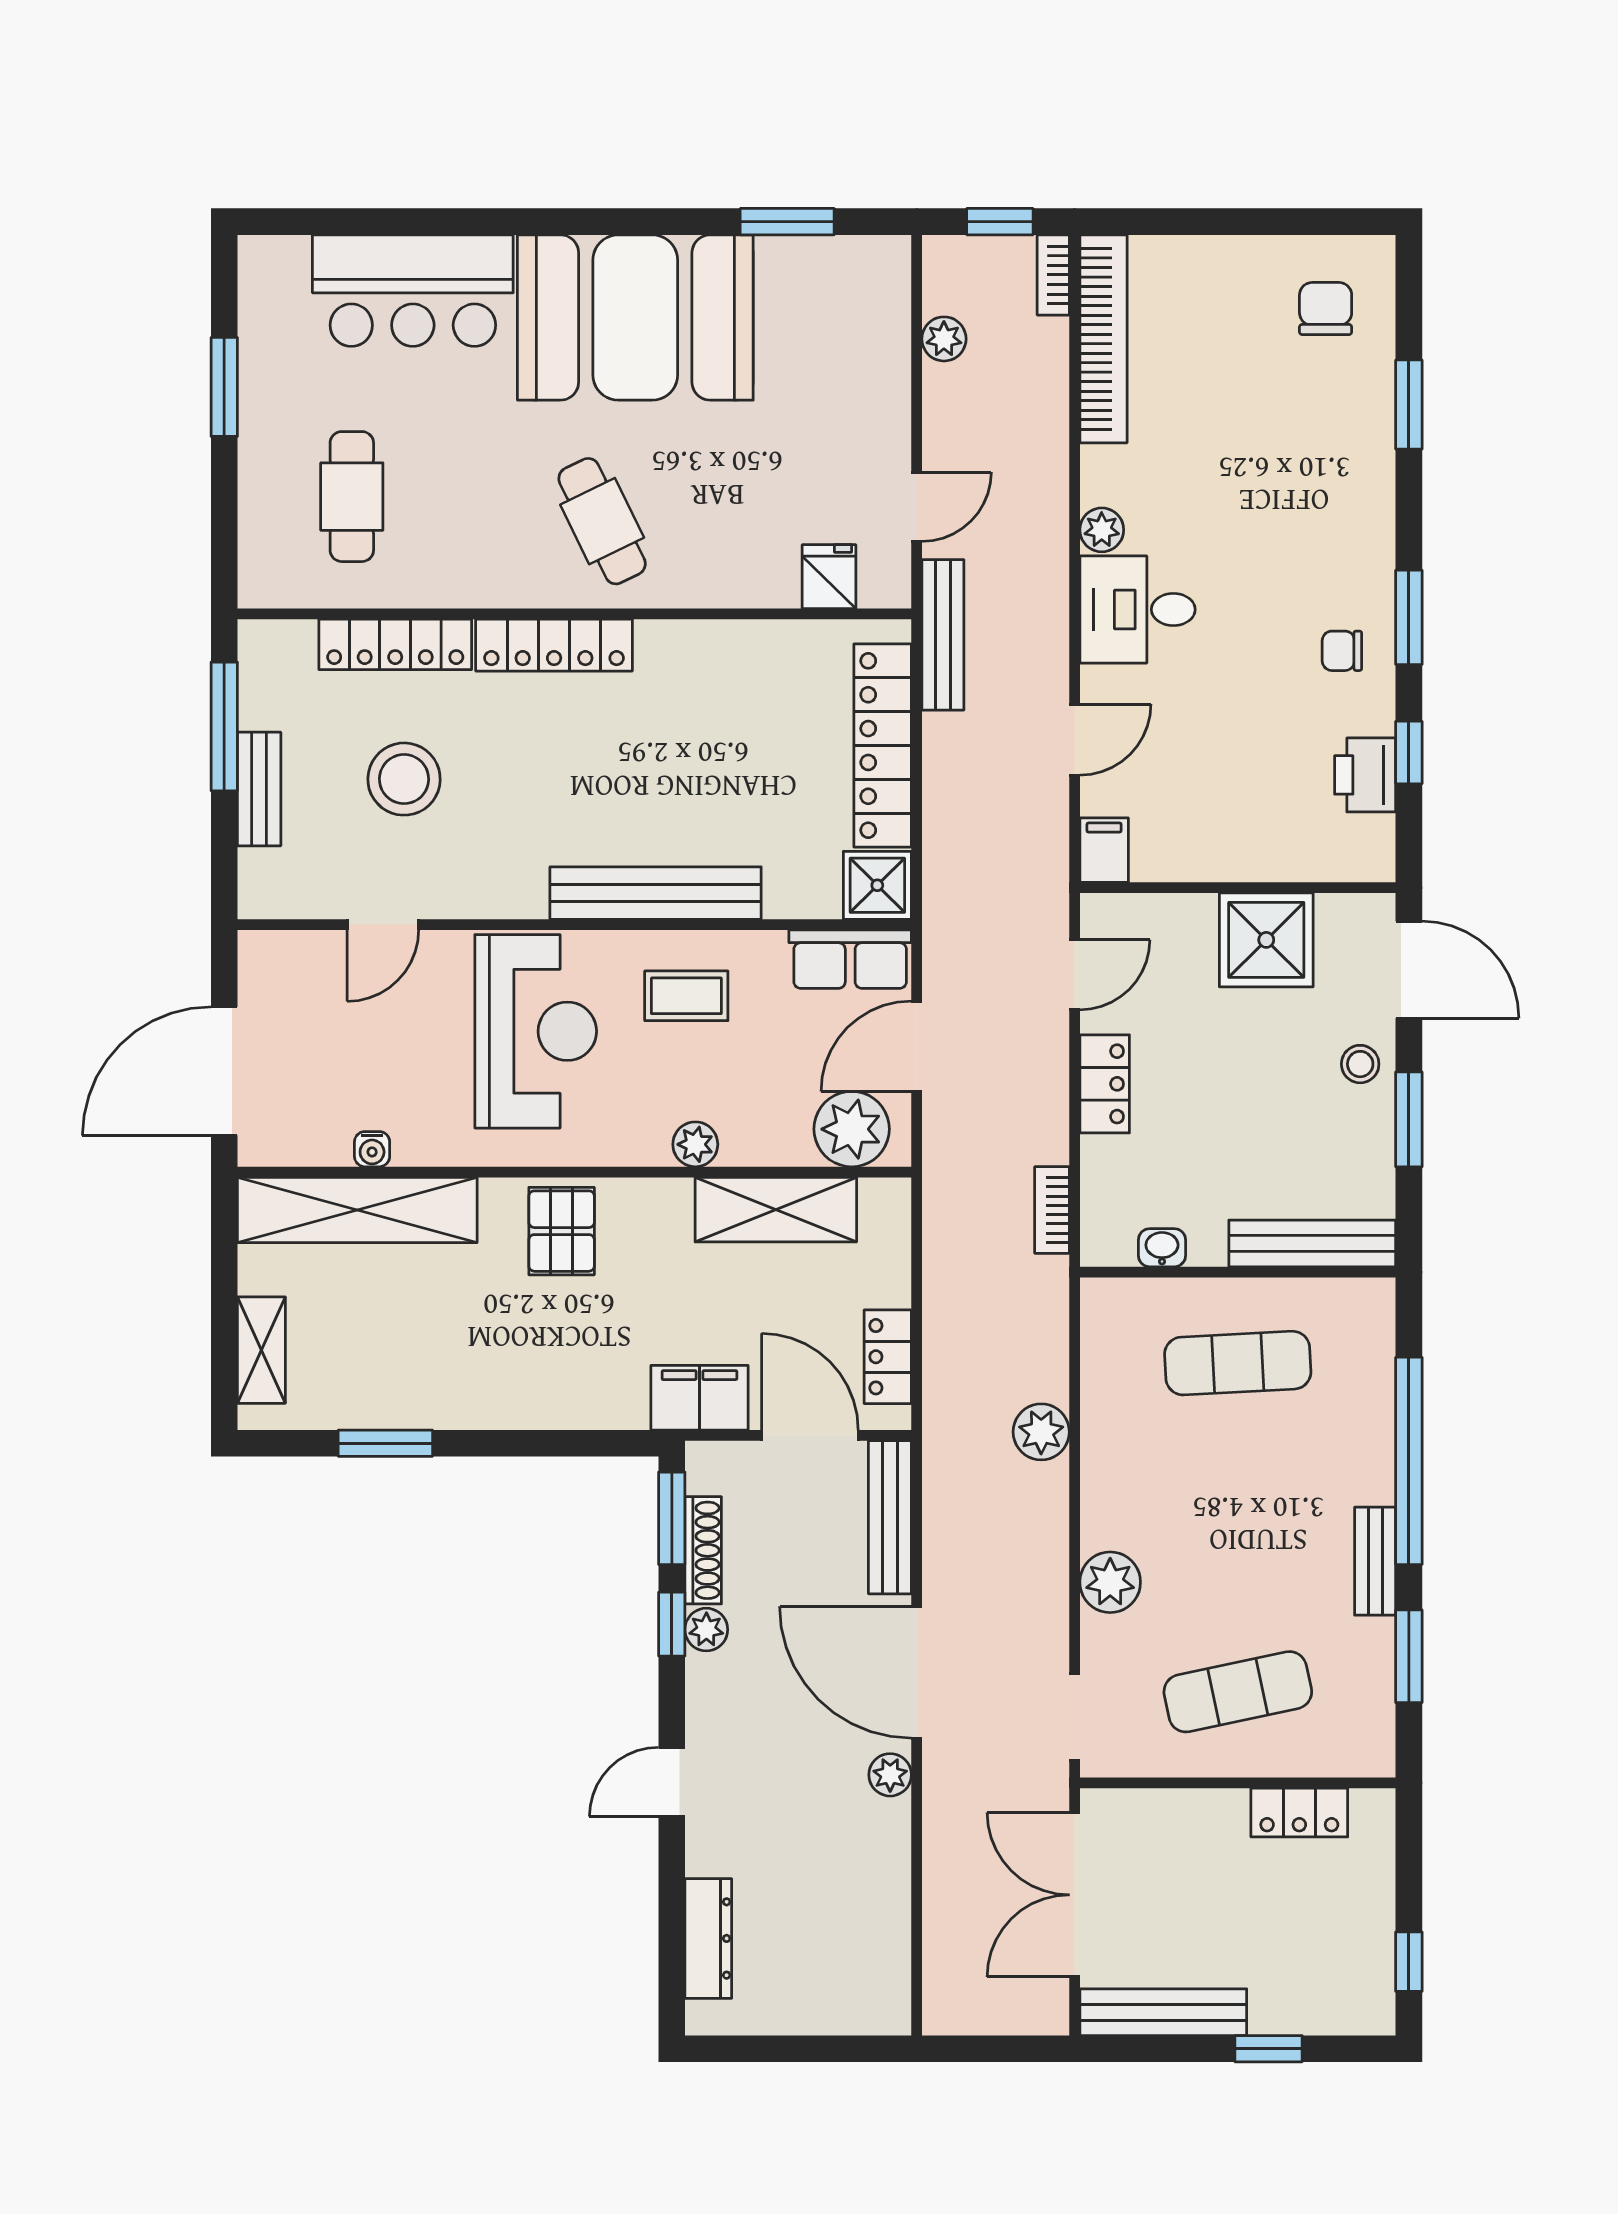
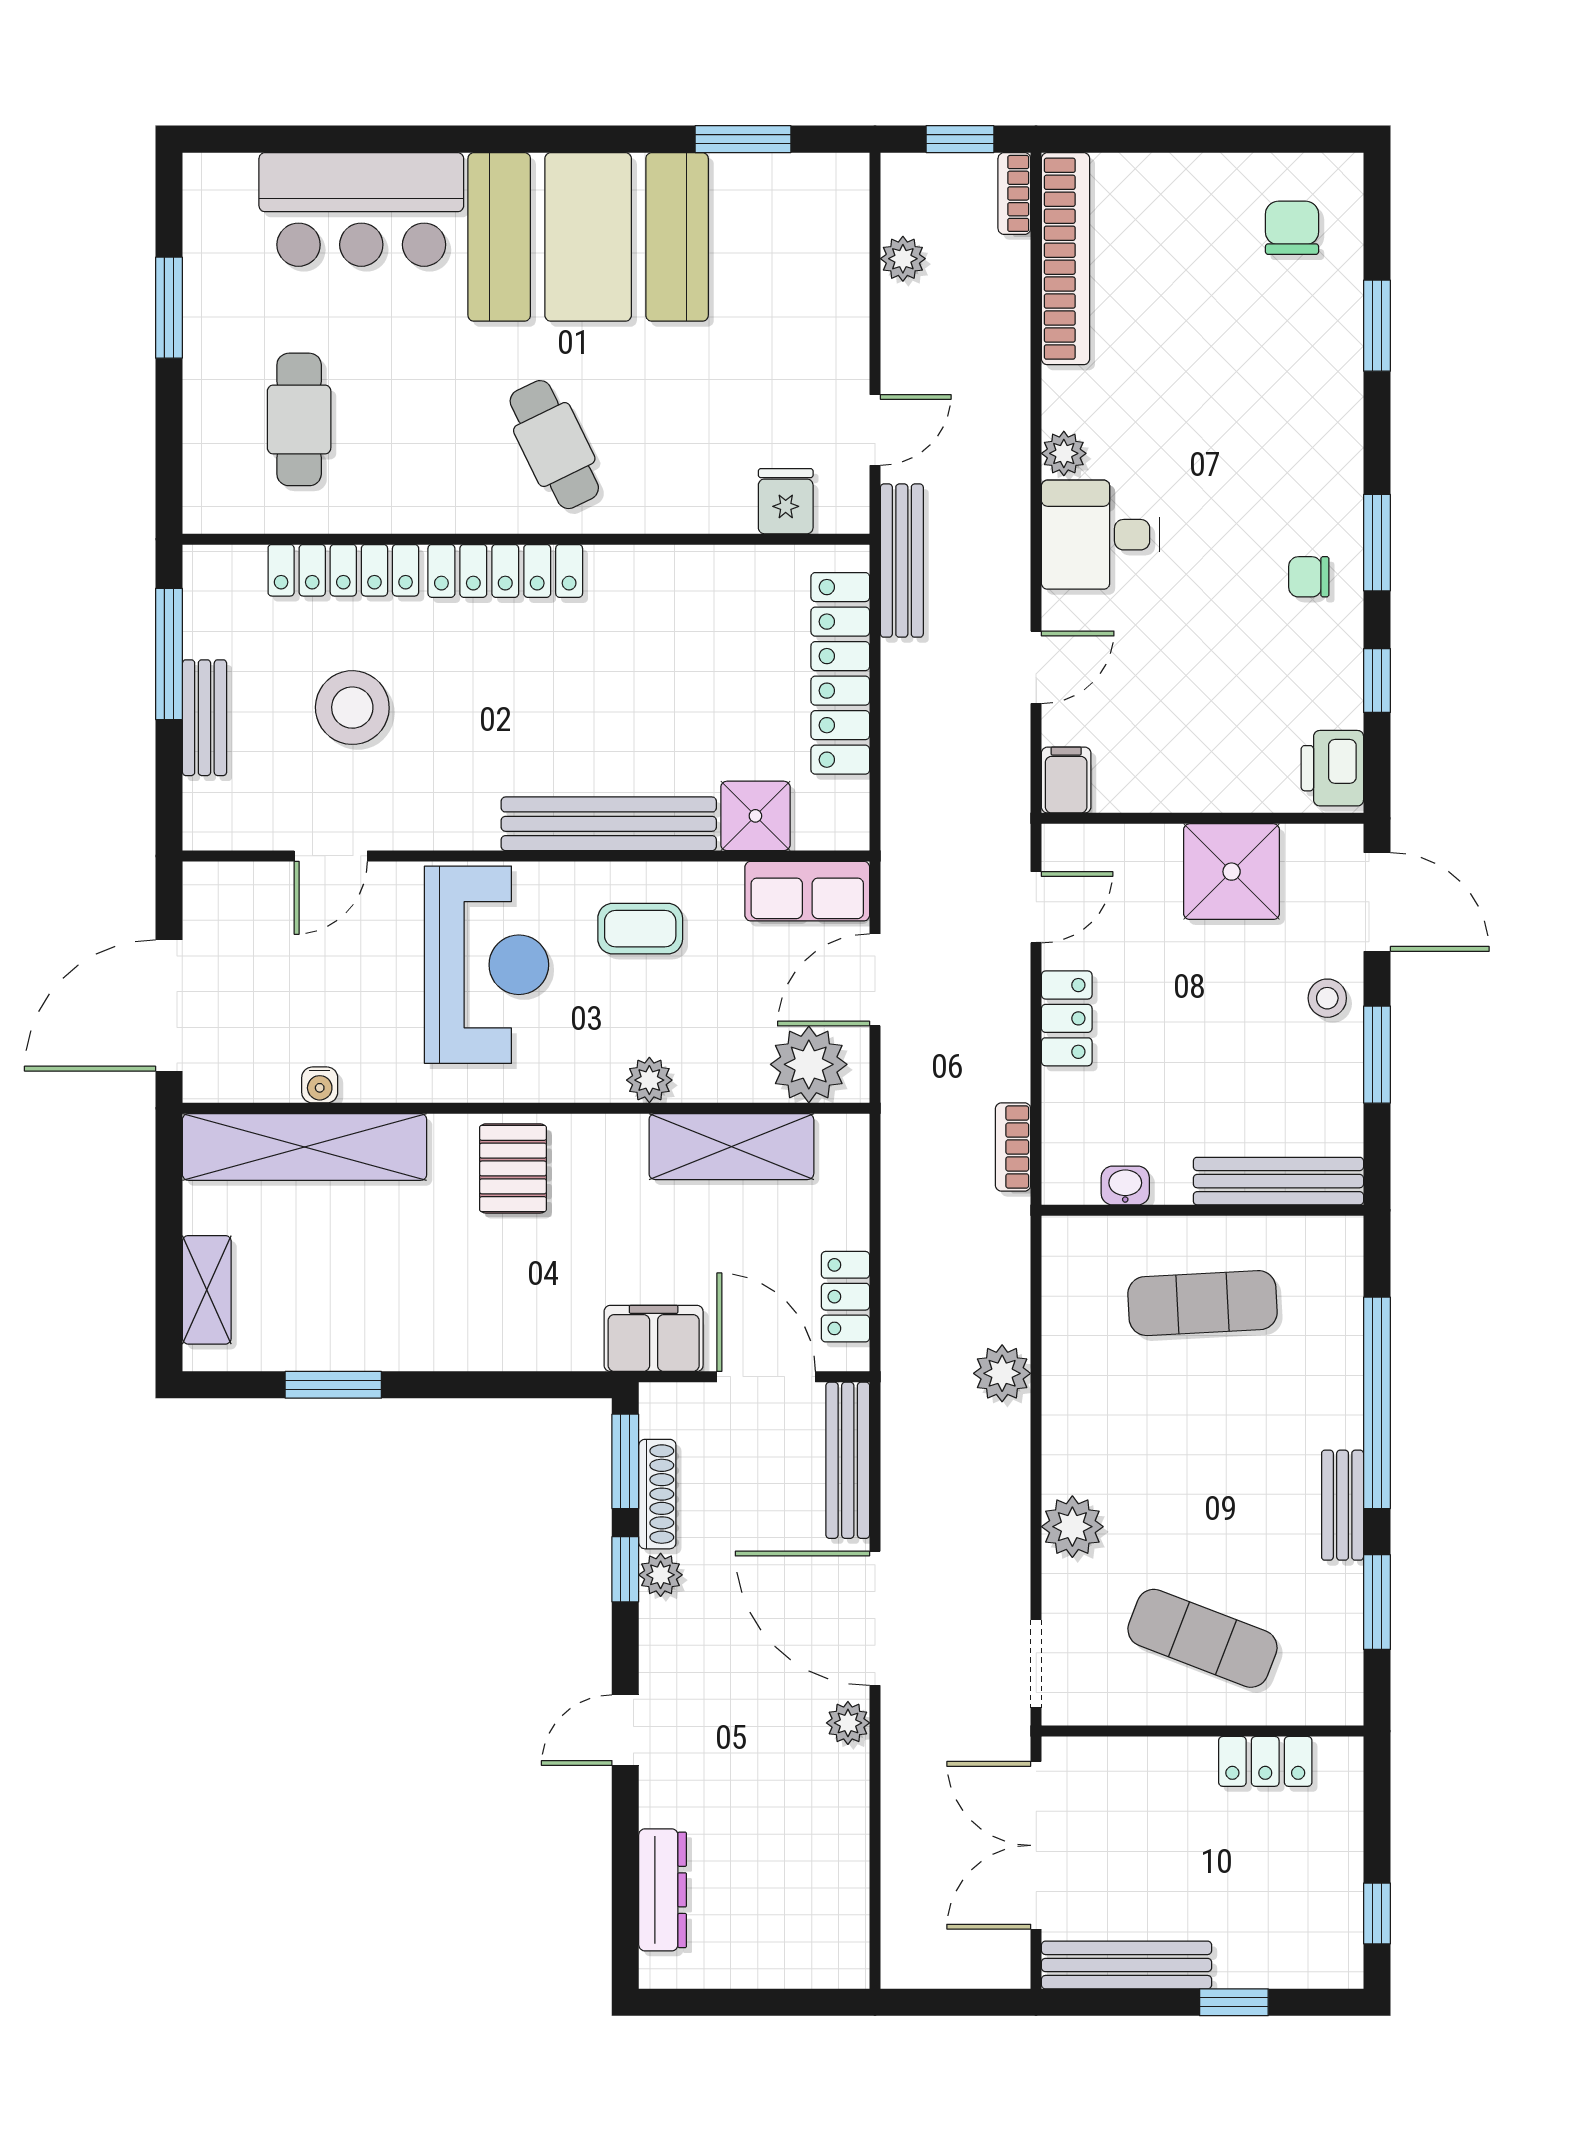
printer: (1365, 775) -> (1332, 768), moved
shower: (877, 885) -> (755, 816), moved
exercise mat: (1238, 1692) -> (1202, 1638), turned 33

